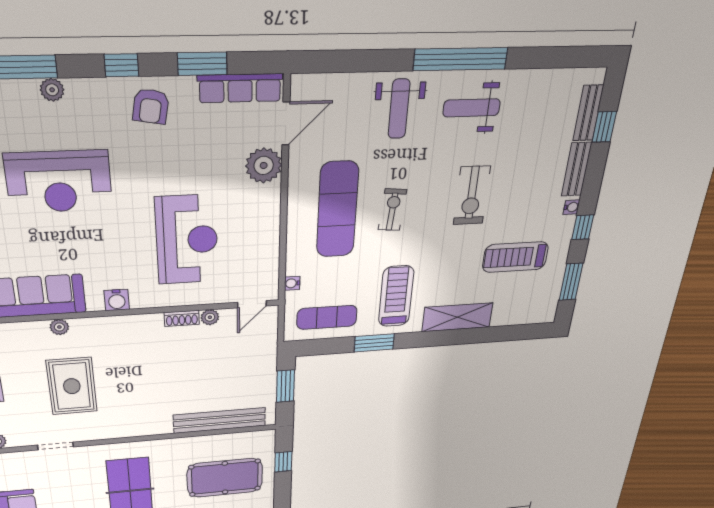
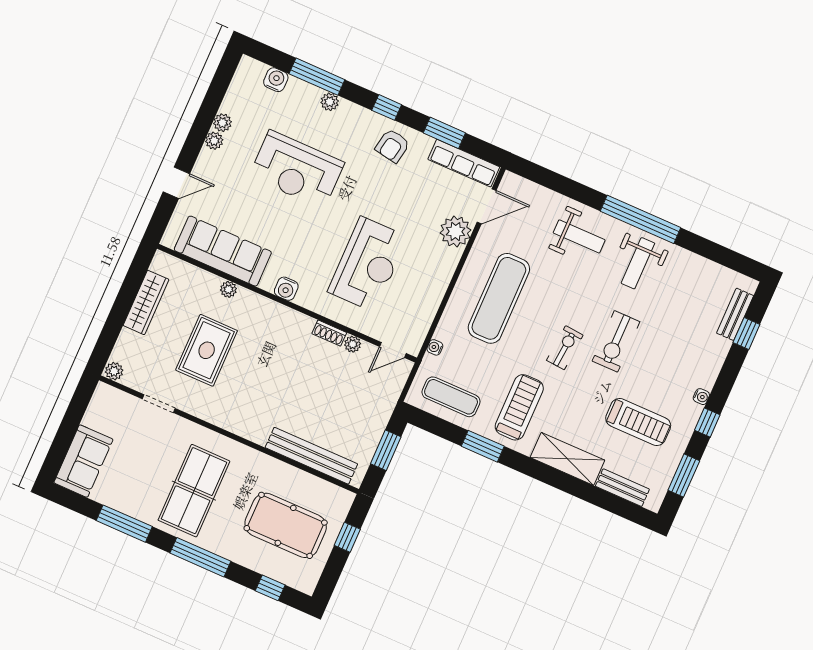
weight bench: (472, 108) -> (638, 263), turned -90
weight bench: (399, 109) -> (579, 236), turned -90
bench: (577, 169) -> (622, 488), moved, turned 90
exercise bike: (392, 210) -> (565, 348), moved
treadmill: (515, 257) -> (638, 422), turned 180

